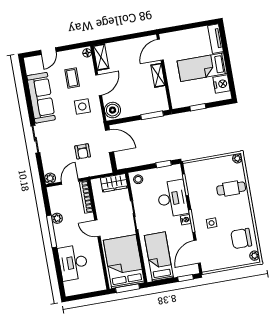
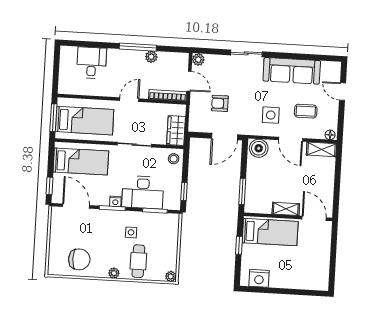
tv unit: (216, 39) -> (312, 284), removed
bed: (202, 67) -> (270, 232), moved, turned 90
side table: (212, 223) -> (131, 232), moved
chair: (241, 238) -> (79, 259), turned 90
plant: (255, 256) -> (114, 273), moved
bed: (124, 262) -> (85, 121), width x0.67
desk: (73, 263) -> (92, 63), width x0.73

